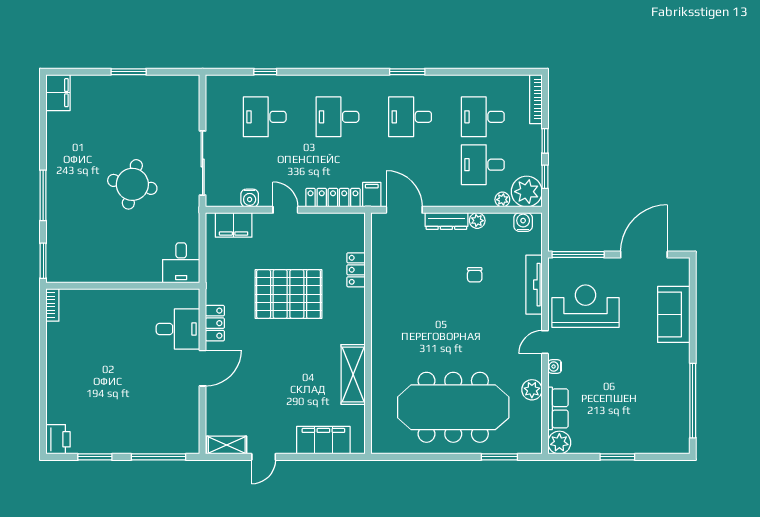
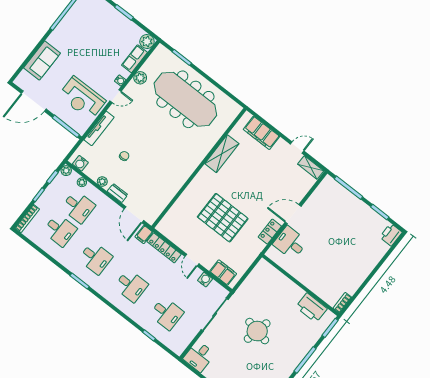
plant: (527, 192) -> (66, 171), width x0.53, depth x0.53
dresser: (446, 221) -> (118, 193), width x0.70
desk: (181, 263) -> (199, 356), moved, turned 180
printer: (86, 268) -> (311, 308), added
locker: (356, 270) -> (180, 204), removed

